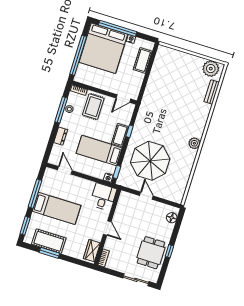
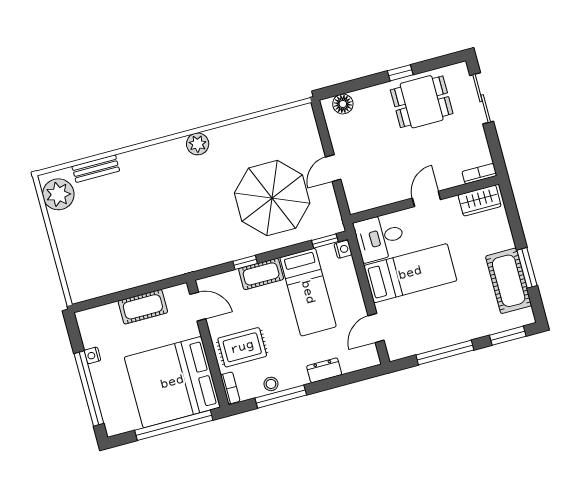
bed: (103, 48) -> (172, 382), moved, turned 180
cot: (143, 60) -> (143, 307), moved
bed: (57, 208) -> (410, 273), moved, turned 90

